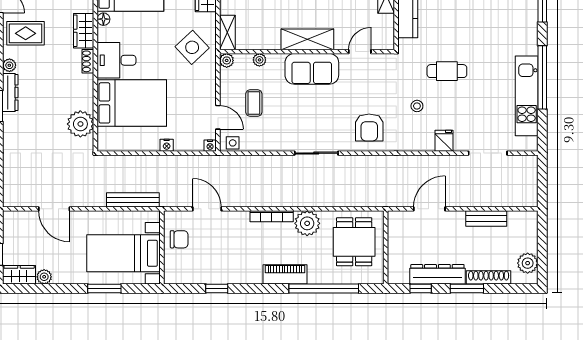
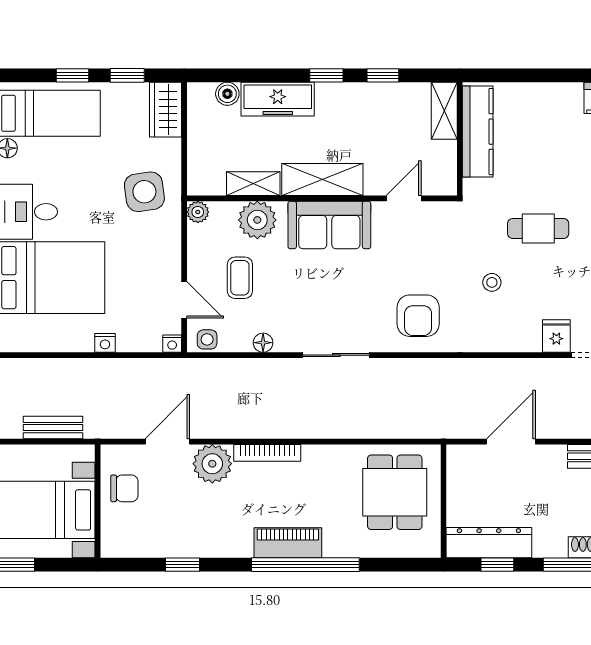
shelving: (227, 32) -> (253, 184), moved, turned 90
side table: (192, 47) -> (144, 192), turned 35
plant: (259, 60) -> (257, 220), width x1.88, depth x1.88
fridge: (444, 141) -> (556, 336), moved
floor lamp: (269, 145) -> (263, 343), added
bench: (133, 200) -> (53, 428), width x0.73
door: (207, 209) -> (167, 442), hinge flipped
plant: (307, 223) -> (212, 464), moved
dresser: (437, 274) -> (489, 543), moved
window: (324, 289) -> (305, 565), moved

